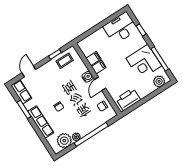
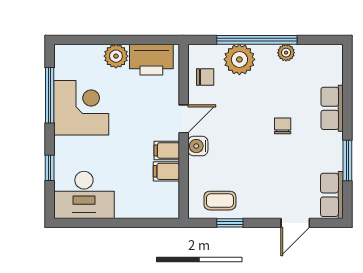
plant: (159, 81) -> (116, 56), moved
row of seats: (41, 122) -> (332, 108), width x0.68
plant: (64, 141) -> (239, 59), moved

